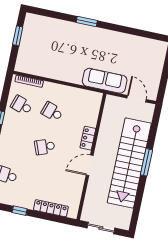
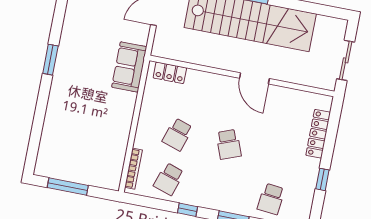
window: (87, 22) -> (50, 60), moved
window: (18, 36) -> (68, 186), width x1.44
sofa: (105, 81) -> (129, 67), width x0.73
locker: (88, 138) -> (170, 73), moved

